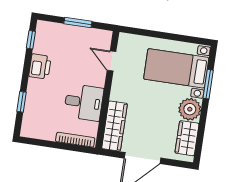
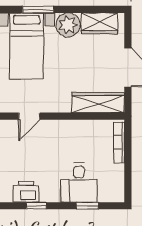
window: (31, 40) -> (36, 206), moved
printer: (40, 66) -> (26, 192), moved
desk: (84, 102) -> (79, 183), moved, turned 180

